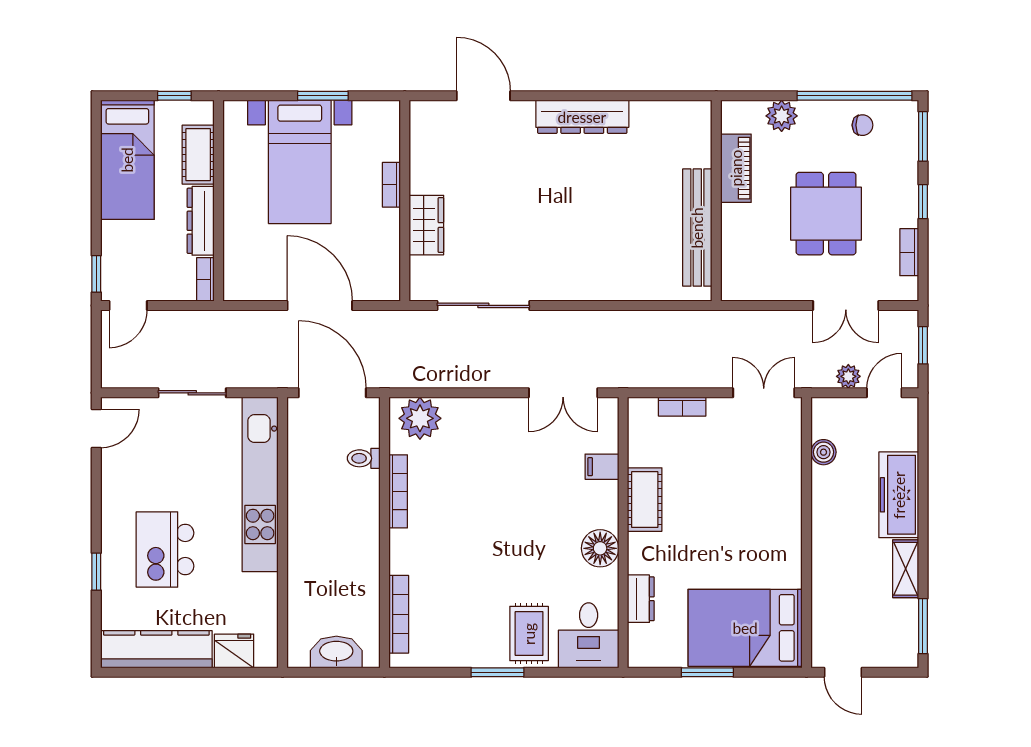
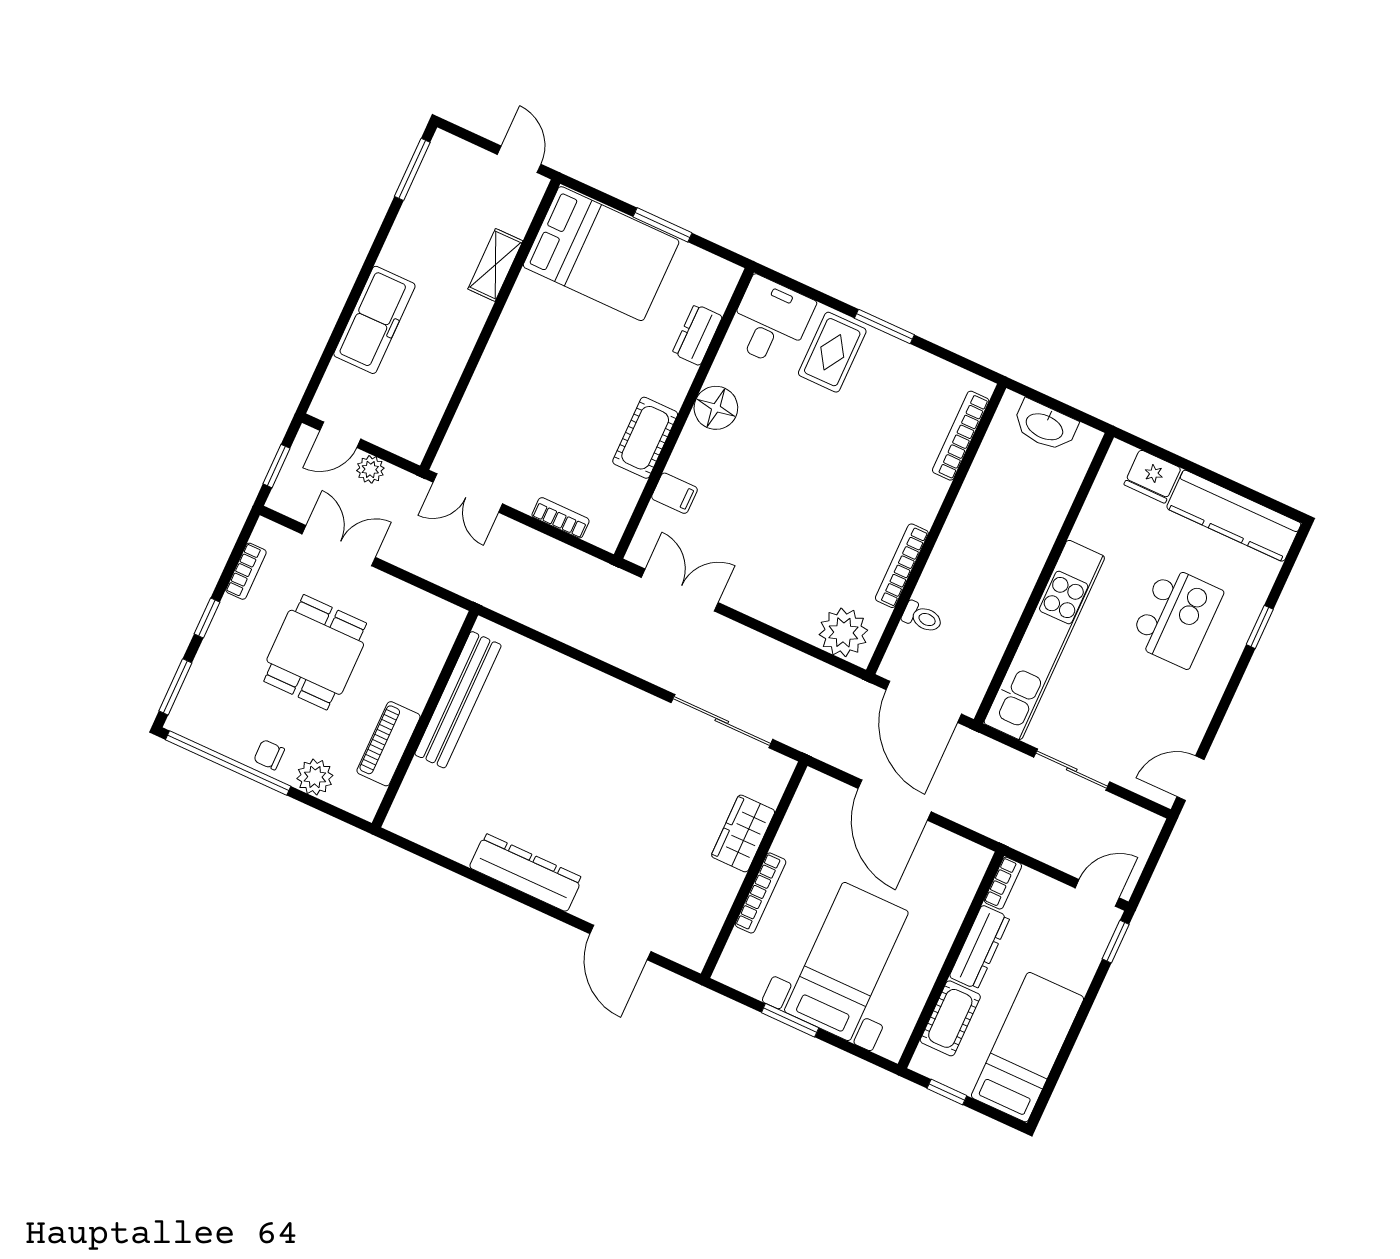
chair: (863, 125) -> (269, 755), moved
bookcase: (391, 185) -> (761, 893), width x1.56
boiler: (823, 452) -> (433, 401), removed
shelving: (906, 569) -> (495, 265), moved

